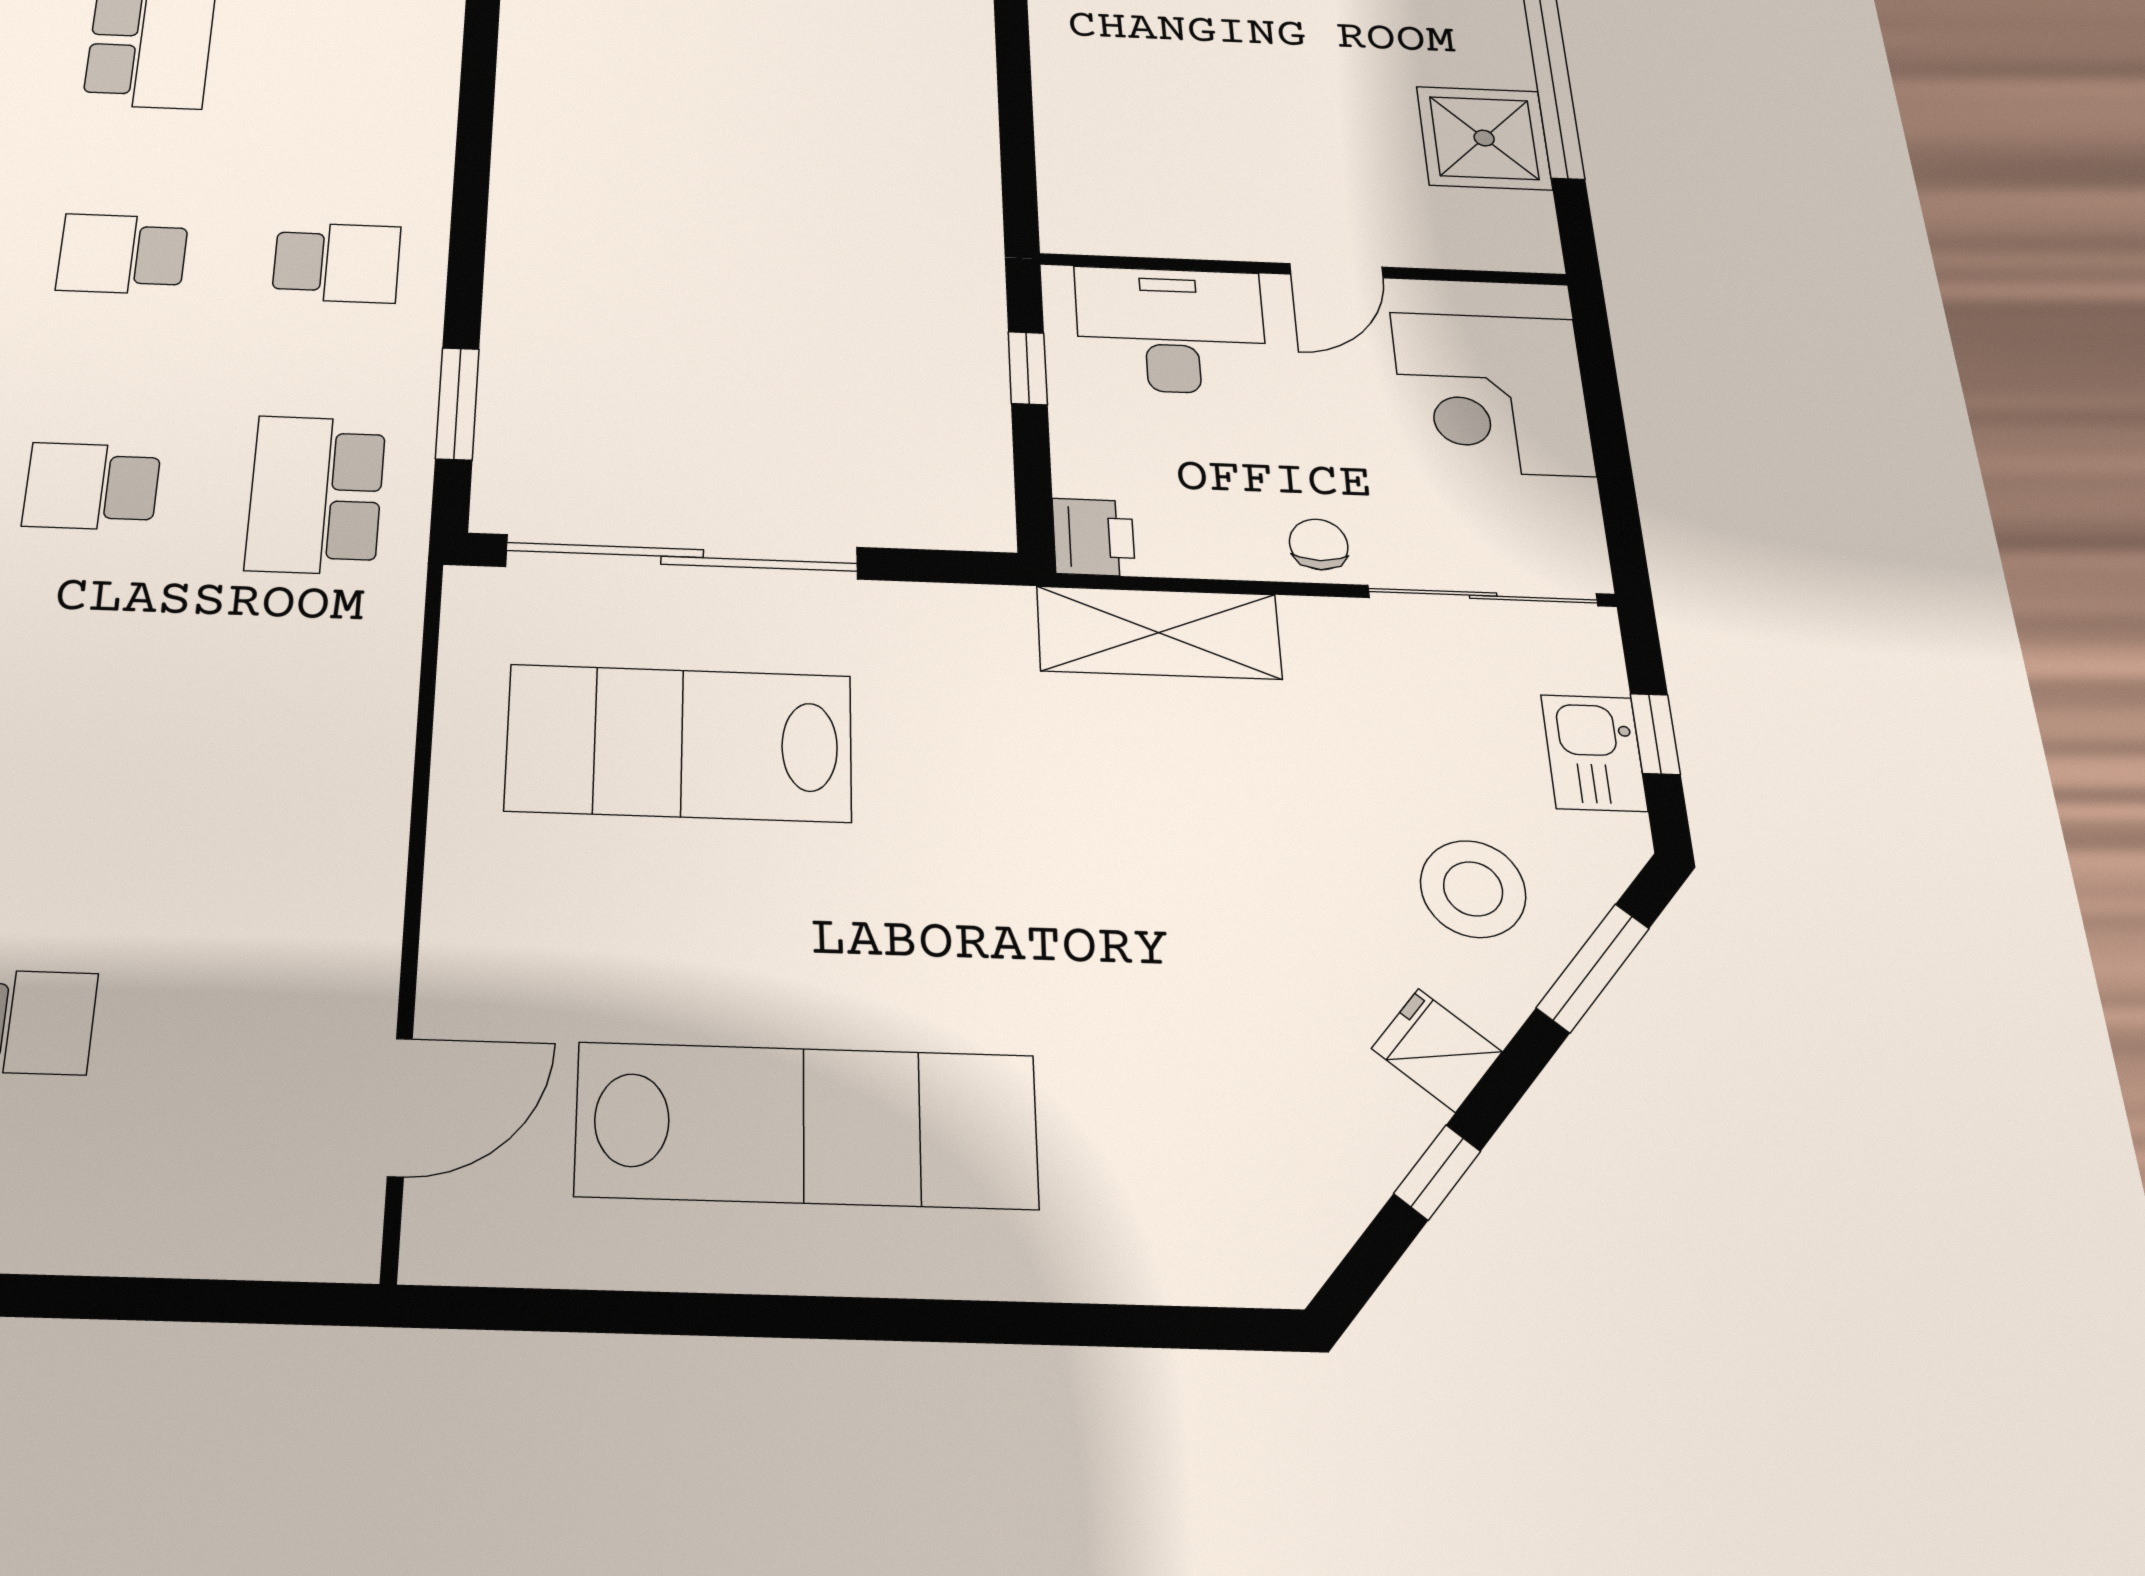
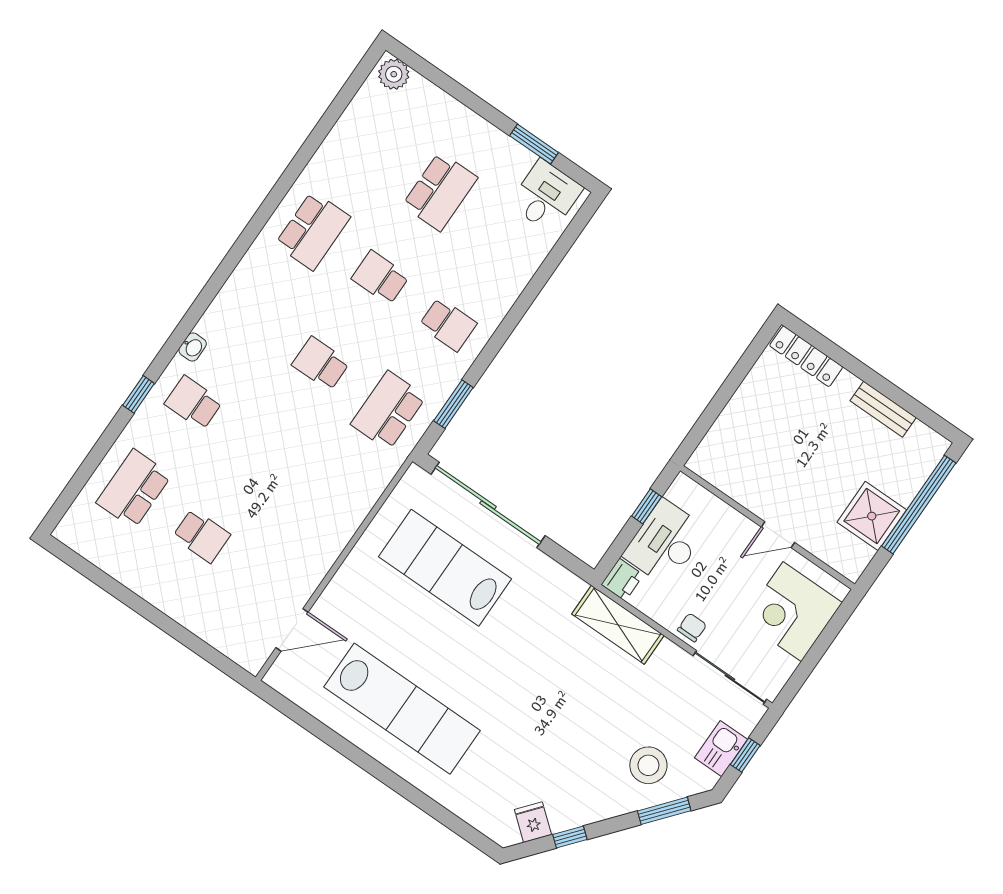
desk: (1171, 330) -> (665, 542), moved, turned -90
fridge: (1437, 1050) -> (533, 822), moved

